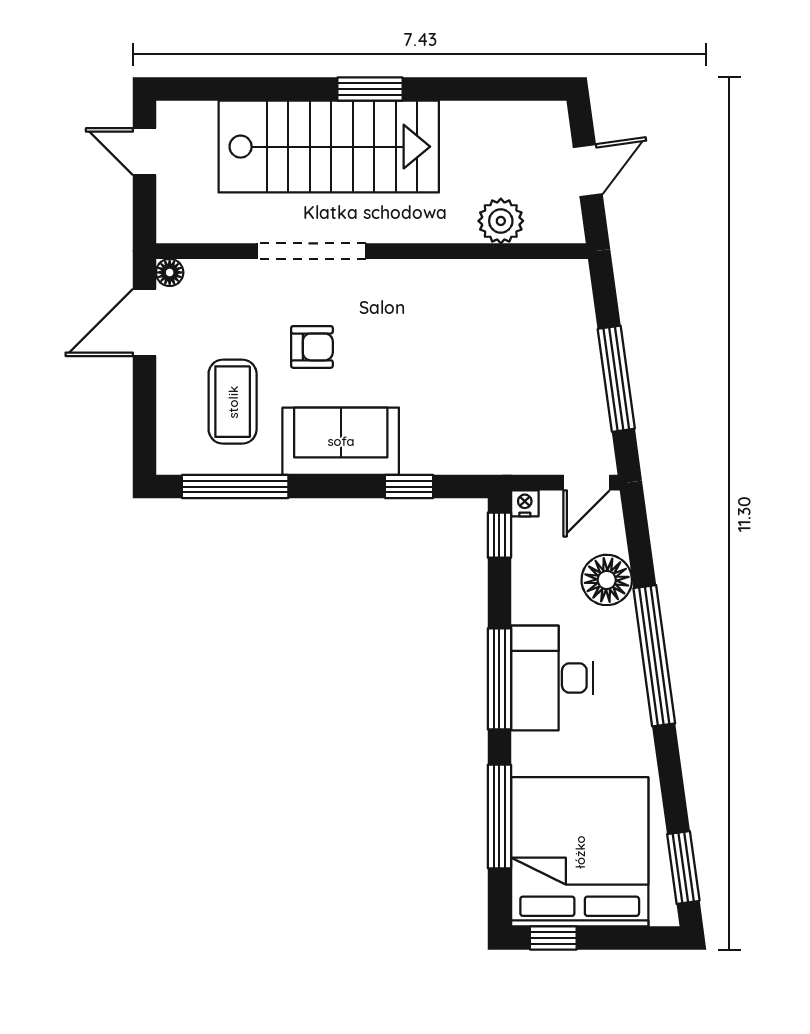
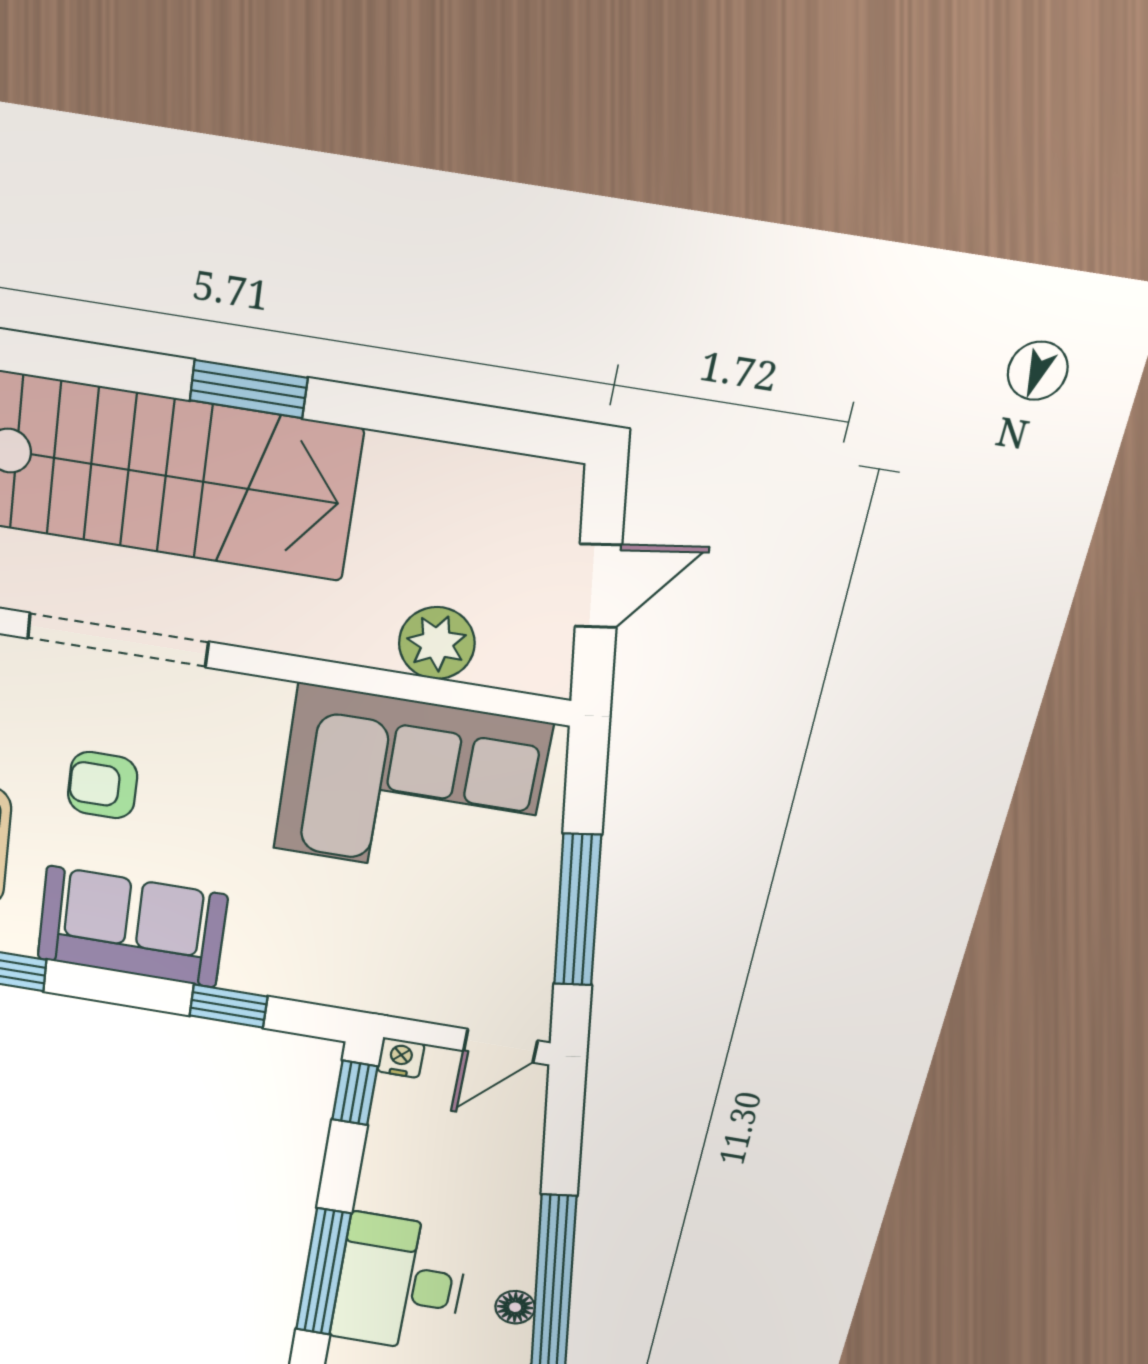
corner sofa: (501, 314) -> (411, 787), added
armchair: (312, 347) -> (103, 785), turned 180
floor lamp: (607, 580) -> (515, 1307), moved, width x0.53, depth x0.53

